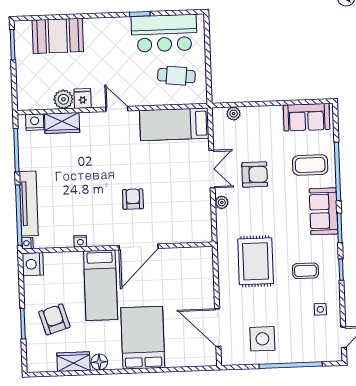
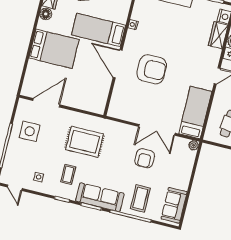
plant: (234, 114) -> (193, 145), moved
double door: (212, 169) -> (157, 130), width x1.37
armchair: (133, 199) -> (152, 69), width x1.88, depth x1.88
plant: (222, 202) -> (132, 130), removed
sofa: (324, 211) -> (100, 197), width x1.36

